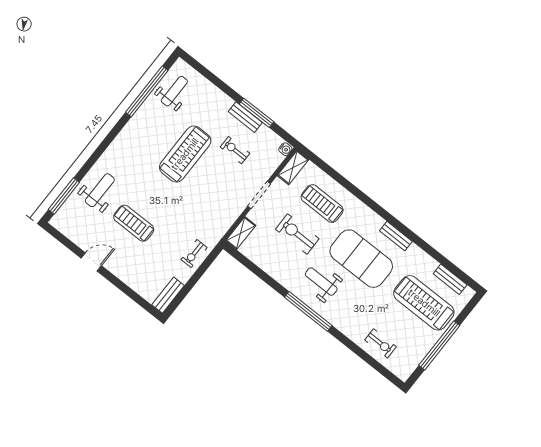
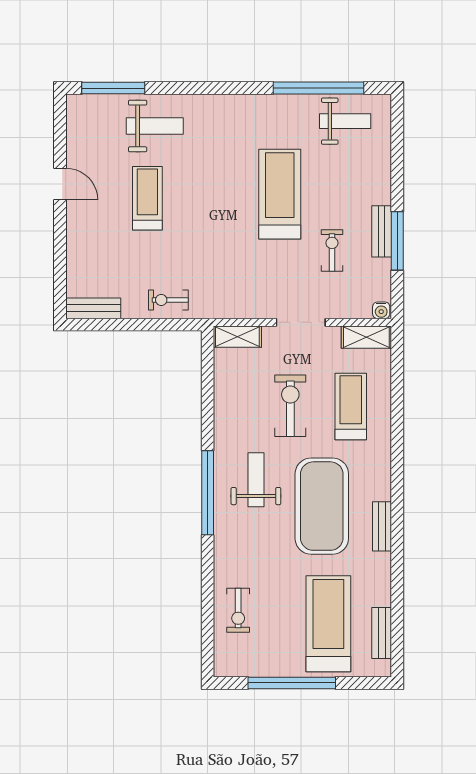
treadmill: (185, 154) -> (280, 194), turned -90

